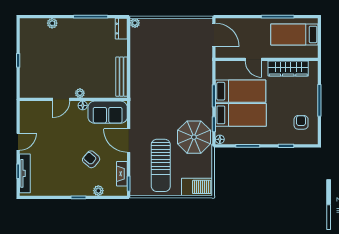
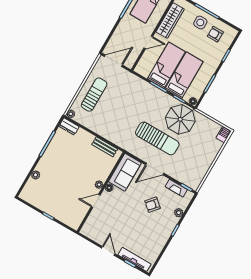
sun lounger: (168, 35) -> (94, 95), added
bench: (122, 77) -> (105, 147), width x0.73
door: (61, 99) -> (96, 201), swing flipped
side table: (304, 100) -> (200, 23), added
sun lounger: (161, 165) -> (157, 138), moved
barbecue: (197, 187) -> (224, 134), width x0.53, depth x0.65

